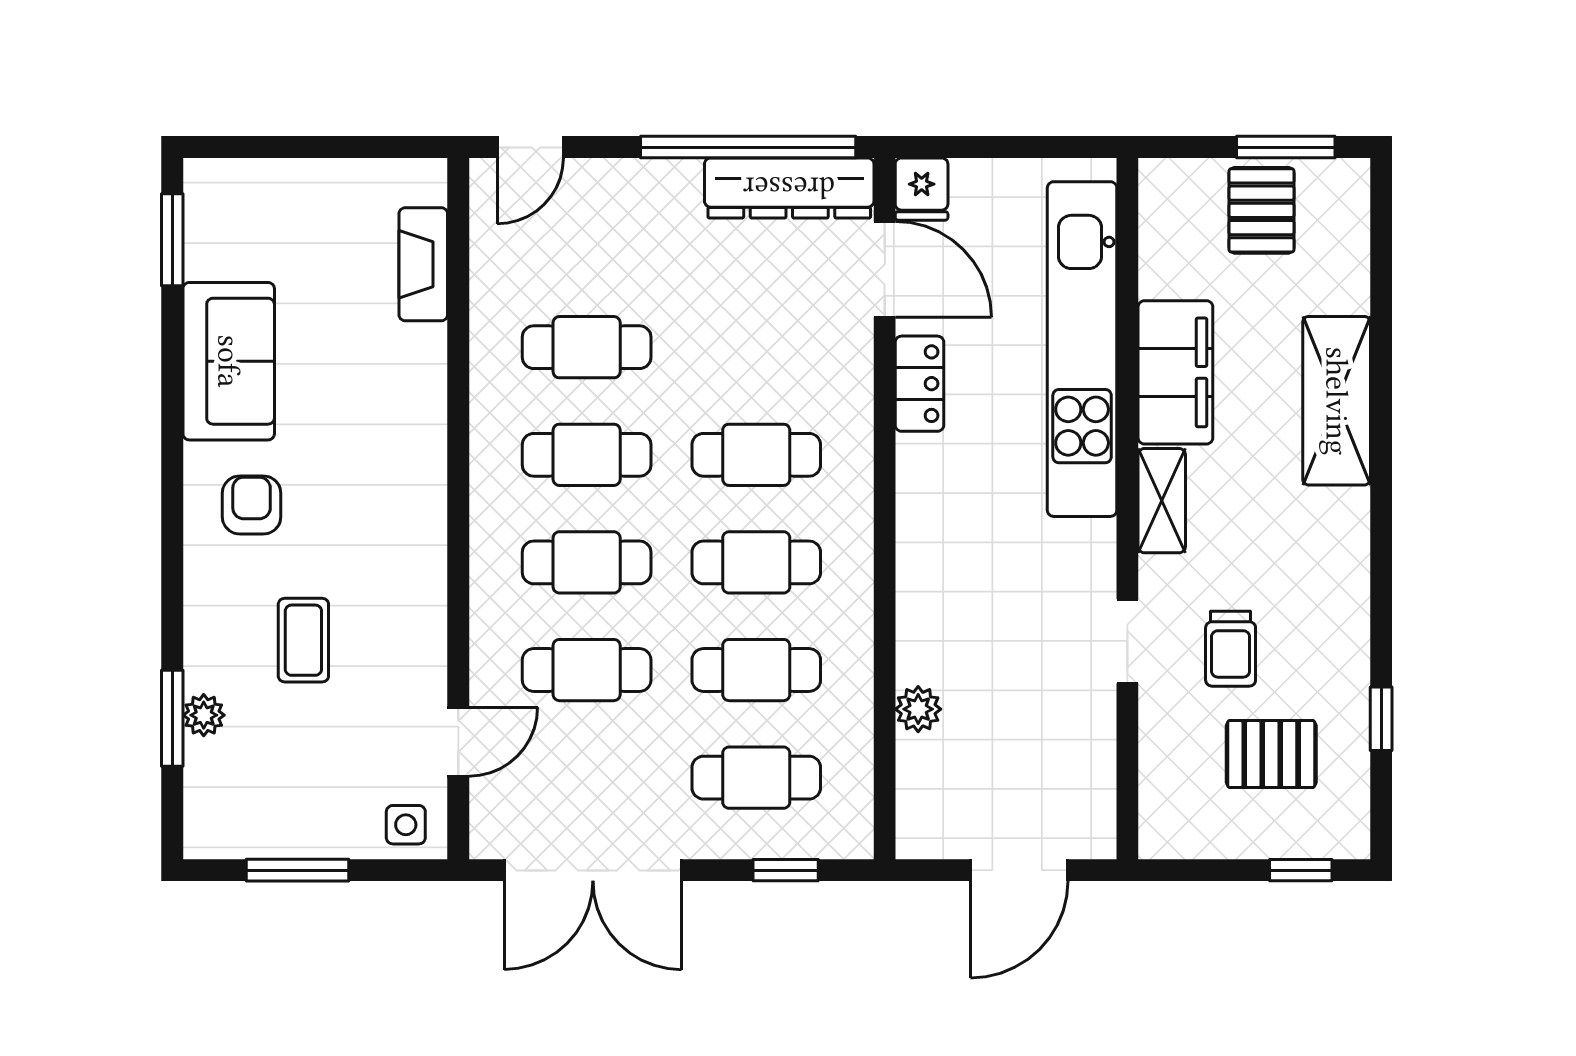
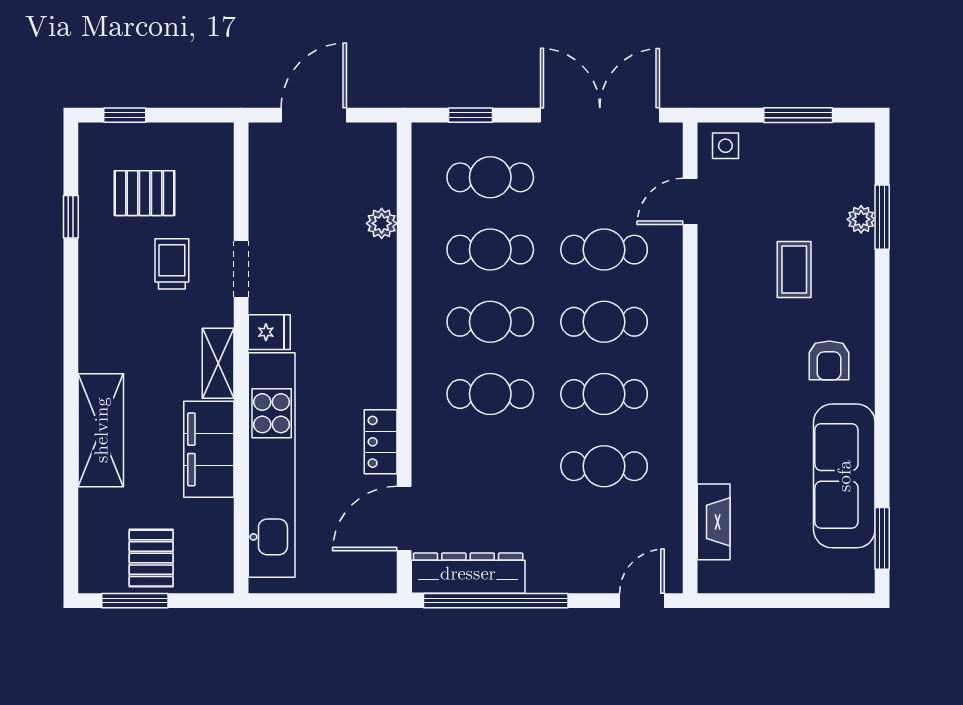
fridge: (922, 189) -> (269, 332), moved, turned 90
door: (885, 269) -> (404, 519), hinge flipped
sofa: (229, 361) -> (844, 476), width x1.36

